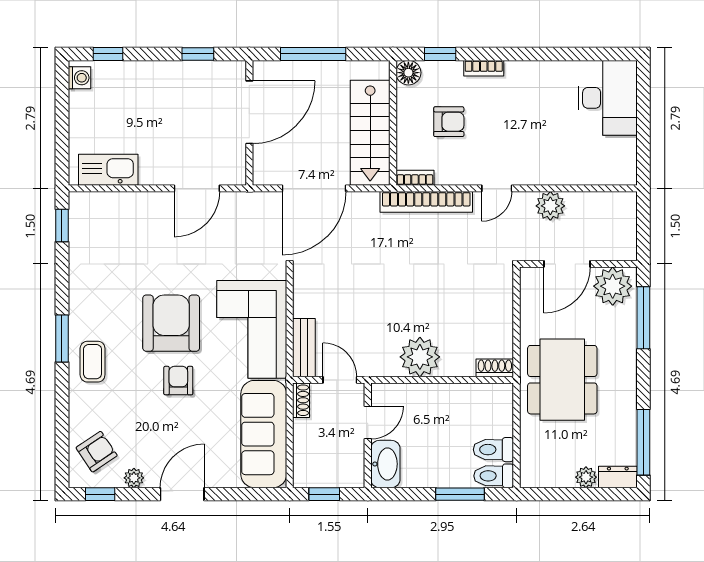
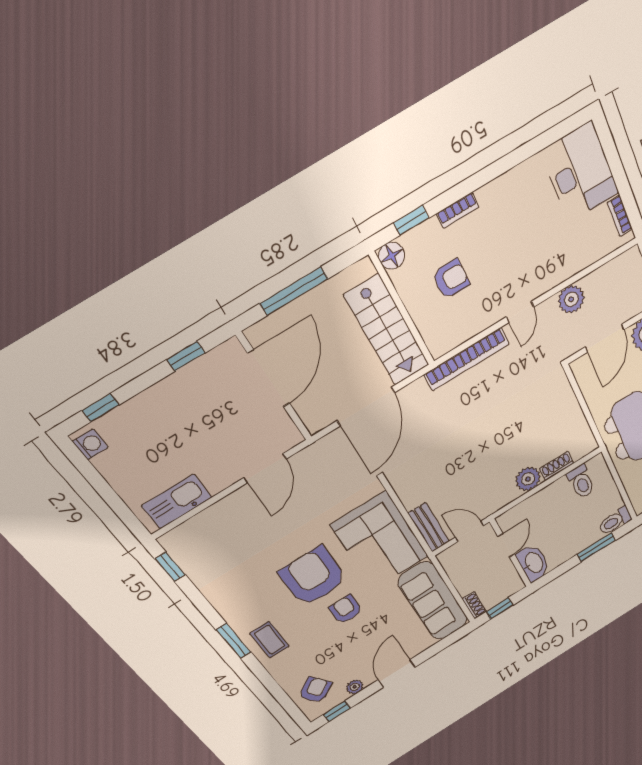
bookcase: (415, 178) -> (620, 216), moved, turned -90
plant: (420, 357) -> (528, 479), width x0.73, depth x0.73
shoe rack: (495, 368) -> (557, 466), moved
shoe rack: (301, 400) -> (474, 605), moved
toilet: (493, 450) -> (581, 482), moved, turned -90

